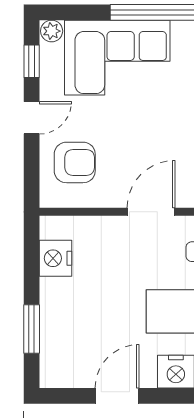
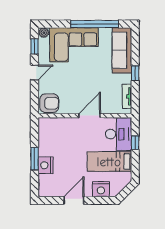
armchair: (75, 162) -> (49, 103), moved
nightstand: (56, 258) -> (46, 165), moved
window: (32, 329) -> (35, 159), moved

